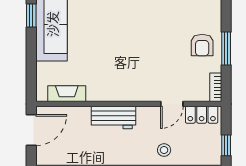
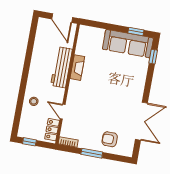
armchair: (202, 45) -> (110, 139), moved
fireplace: (67, 94) -> (77, 68), moved
workbench: (113, 117) -> (62, 67), width x1.38

